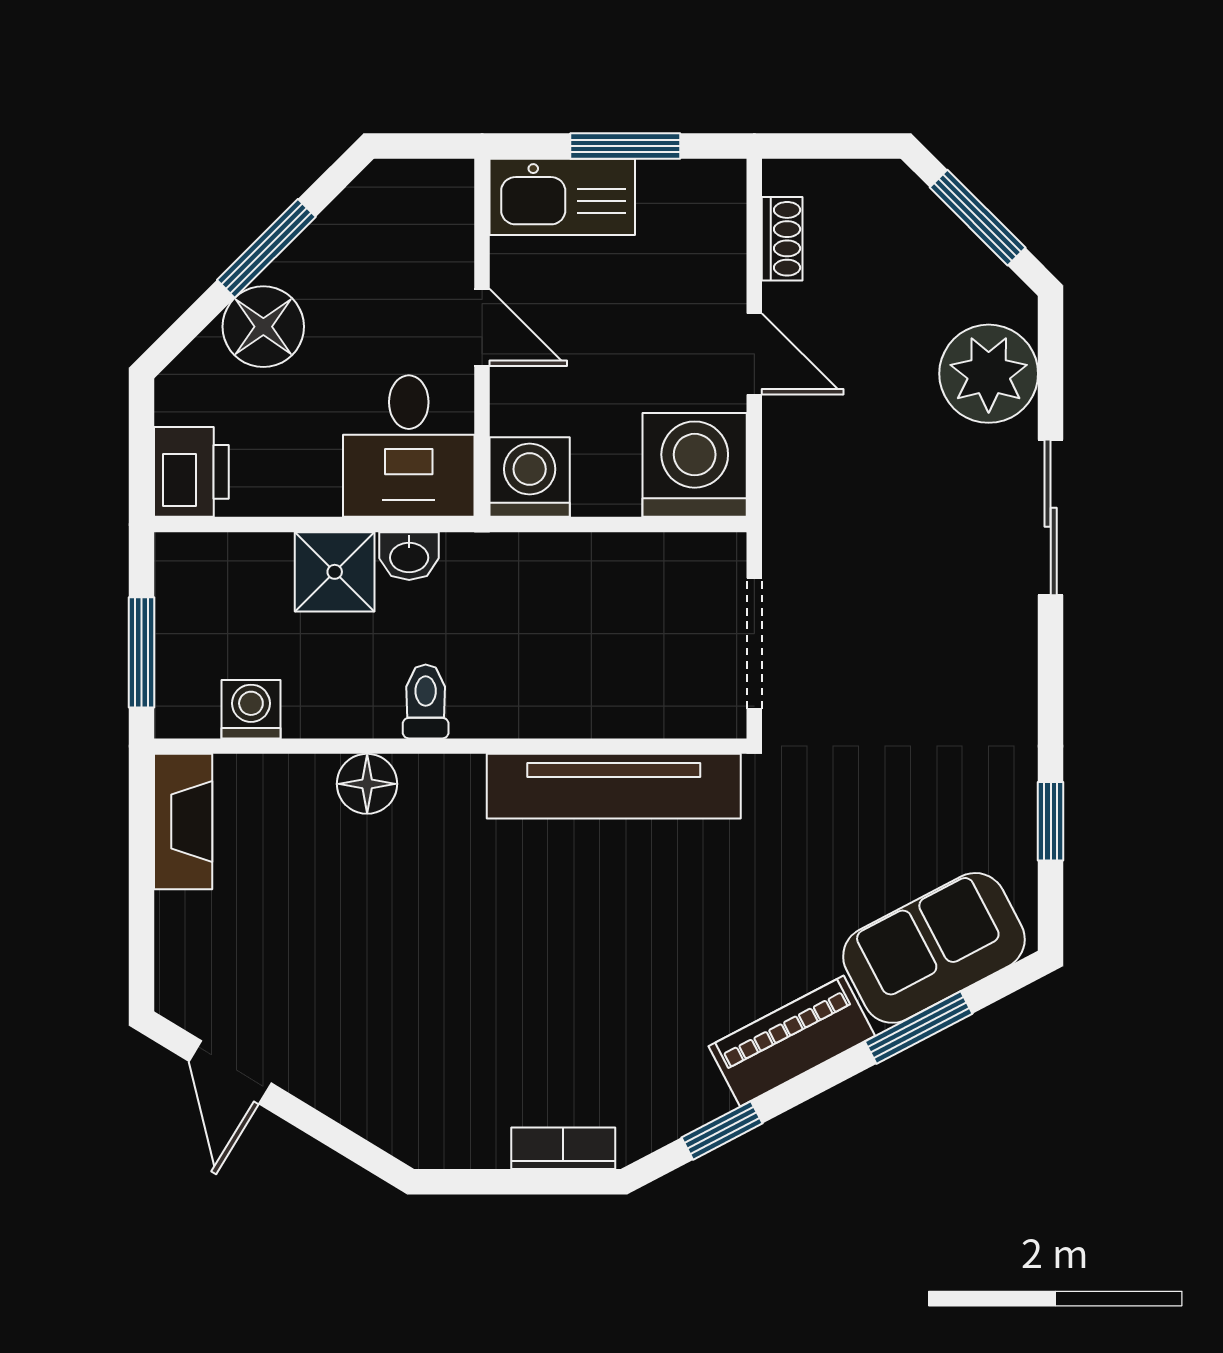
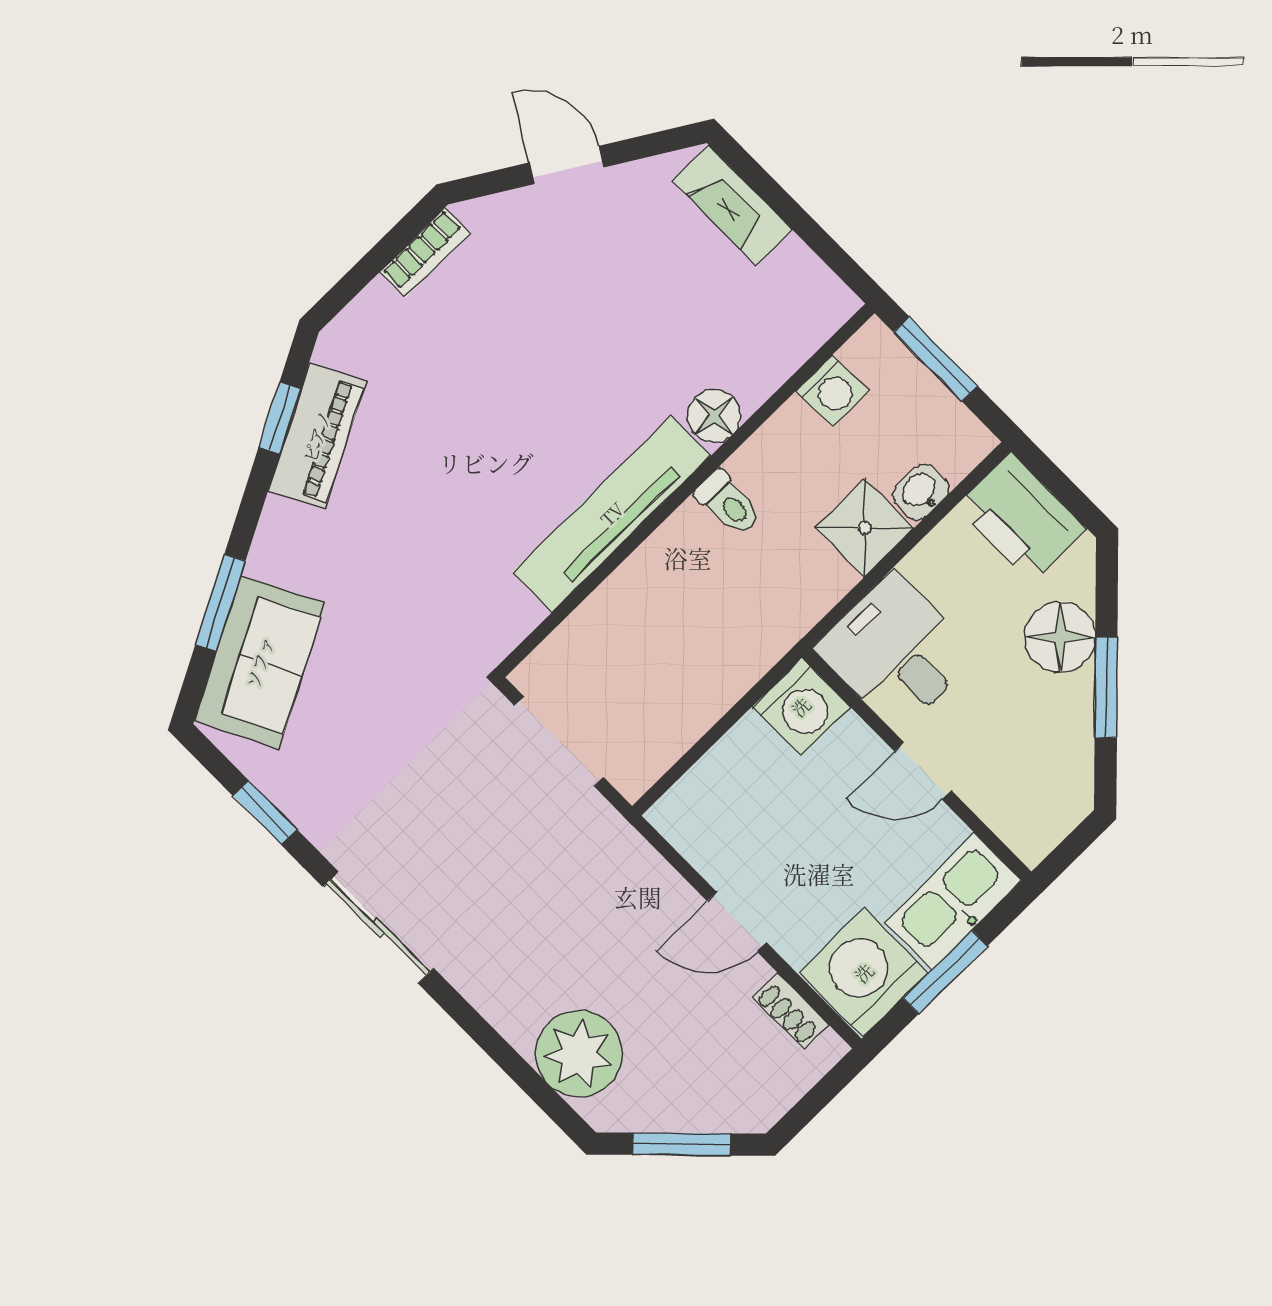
washing machine: (695, 465) -> (864, 973), moved, turned 180
printer: (191, 472) -> (1021, 517), width x1.37, depth x1.19
sliding door: (1051, 517) -> (378, 928), moved
washbasin: (409, 556) -> (921, 492), moved
tv unit: (614, 786) -> (612, 514), moved
fireplace: (183, 822) -> (733, 205), moved
piano: (792, 1041) -> (317, 436), moved
door: (230, 1072) -> (567, 165), moved
bookcase: (563, 1148) -> (425, 253), moved

